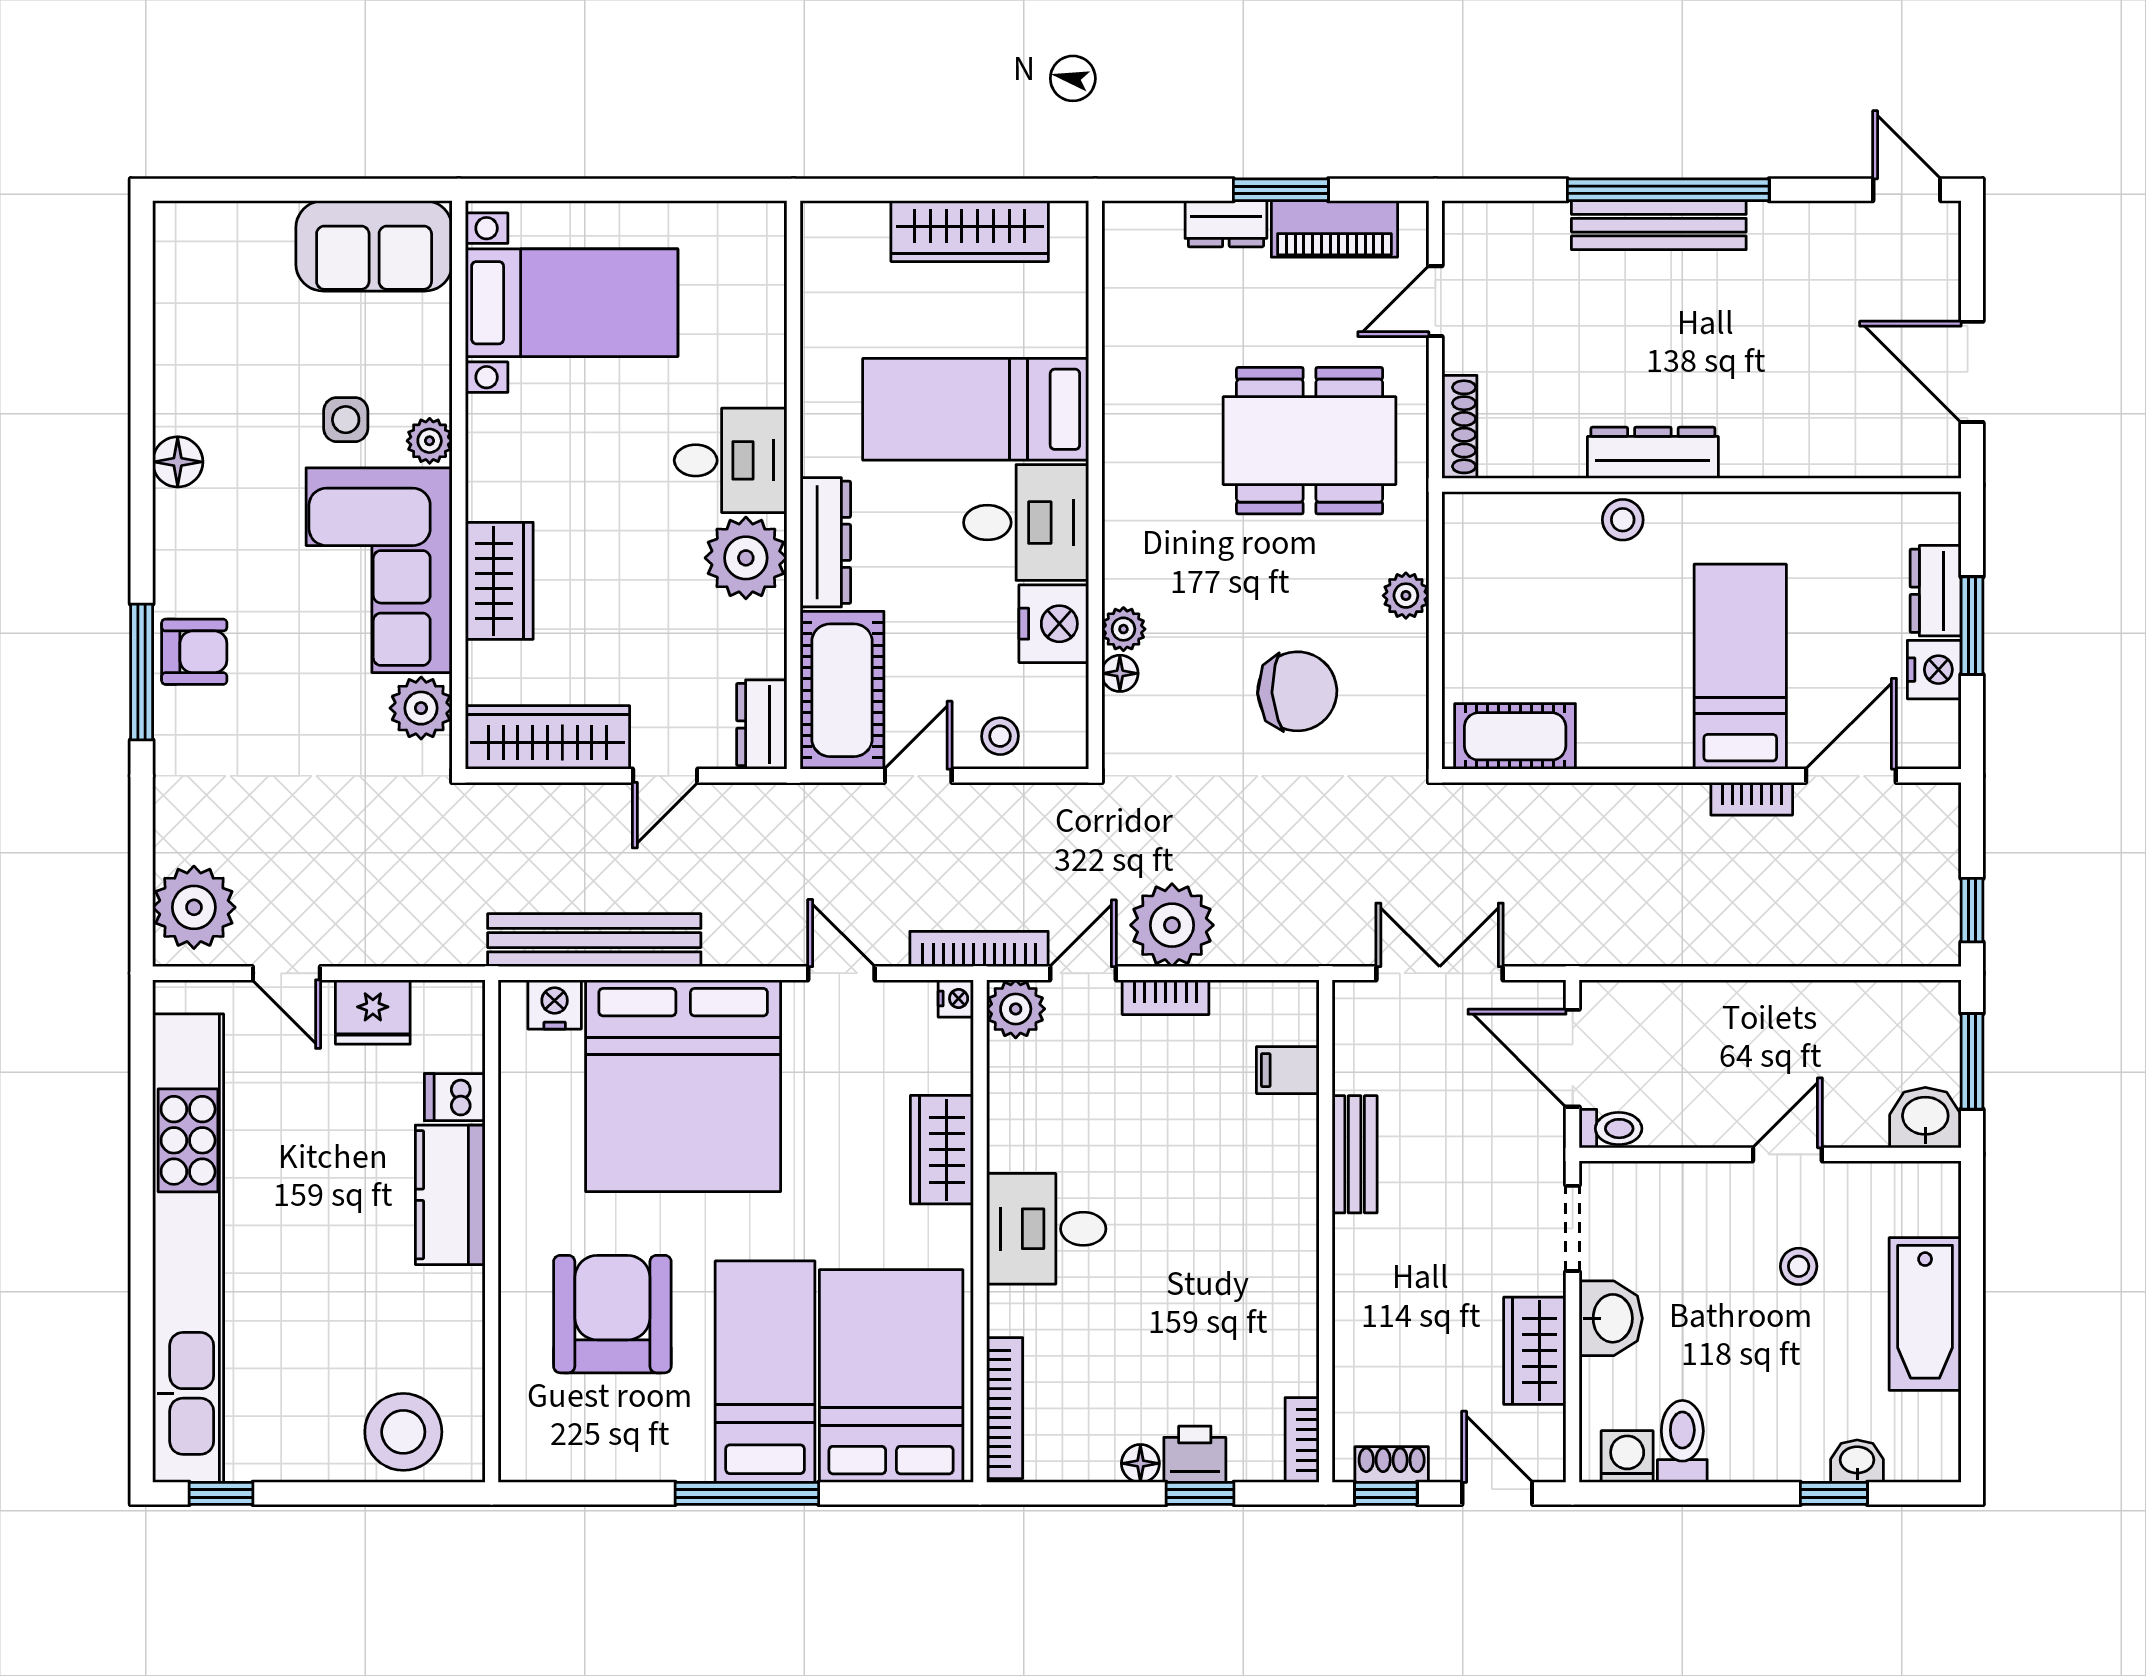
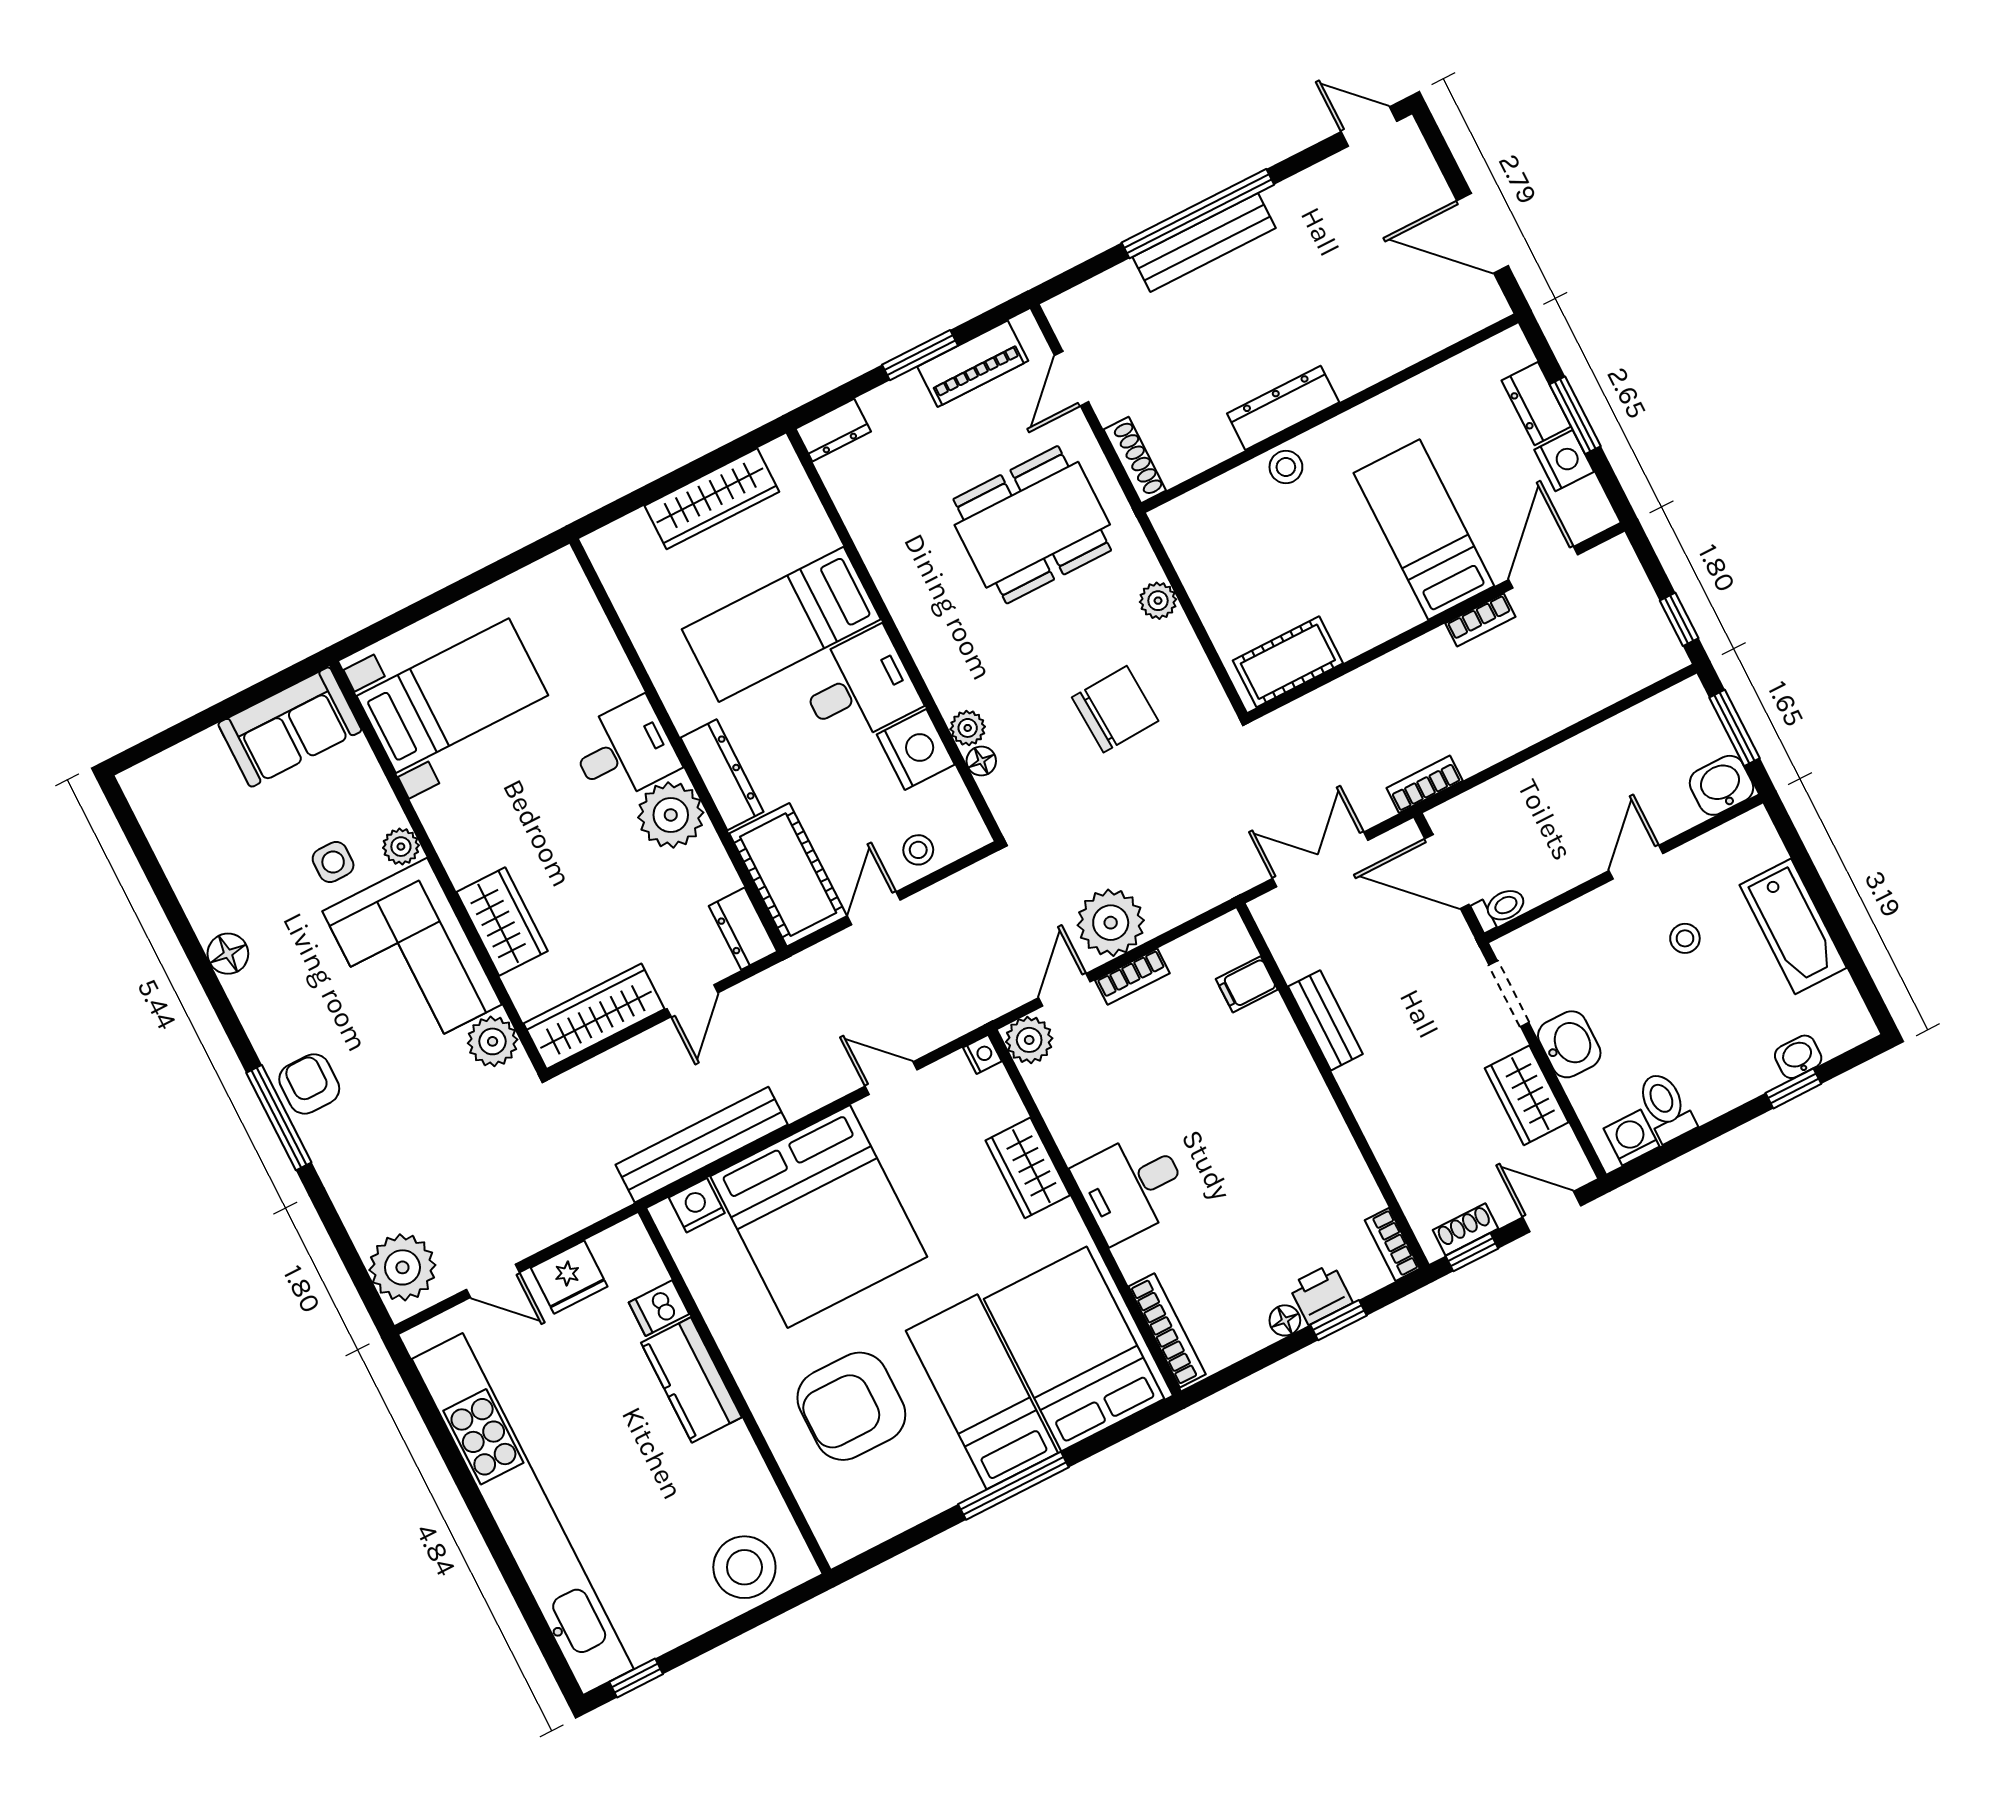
dresser: (1226, 224) -> (833, 430), moved
armchair: (194, 652) -> (309, 1084), turned -90
bookcase: (979, 949) -> (1425, 784), moved, width x0.64
armchair: (612, 1314) -> (851, 1406), turned -90

